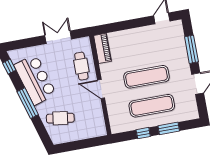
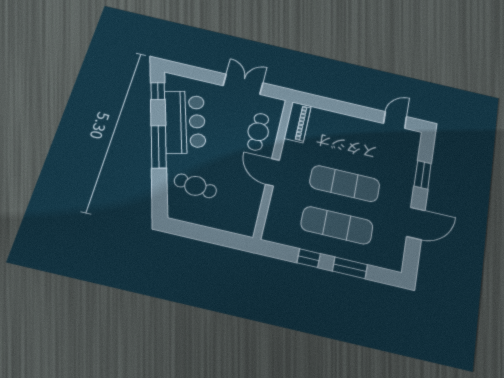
window: (191, 49) -> (423, 175), width x0.69

